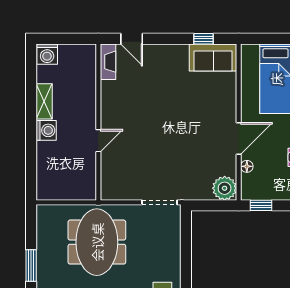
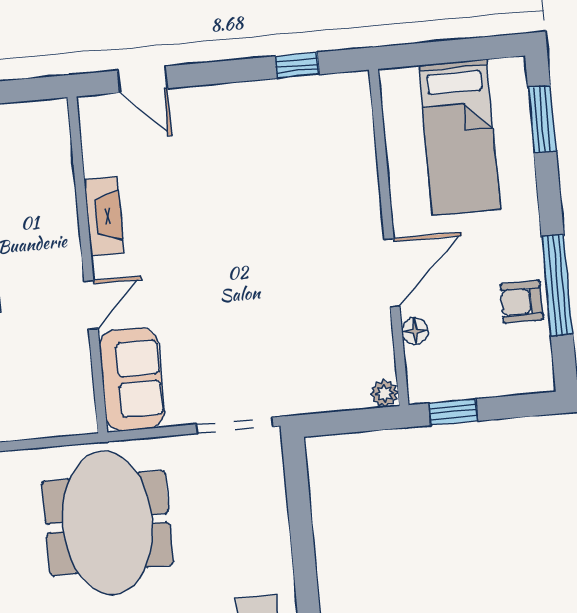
sofa: (213, 57) -> (132, 379), moved, turned -90
fireplace: (108, 62) -> (104, 216), moved
plant: (225, 188) -> (385, 393), width x0.53, depth x0.53

